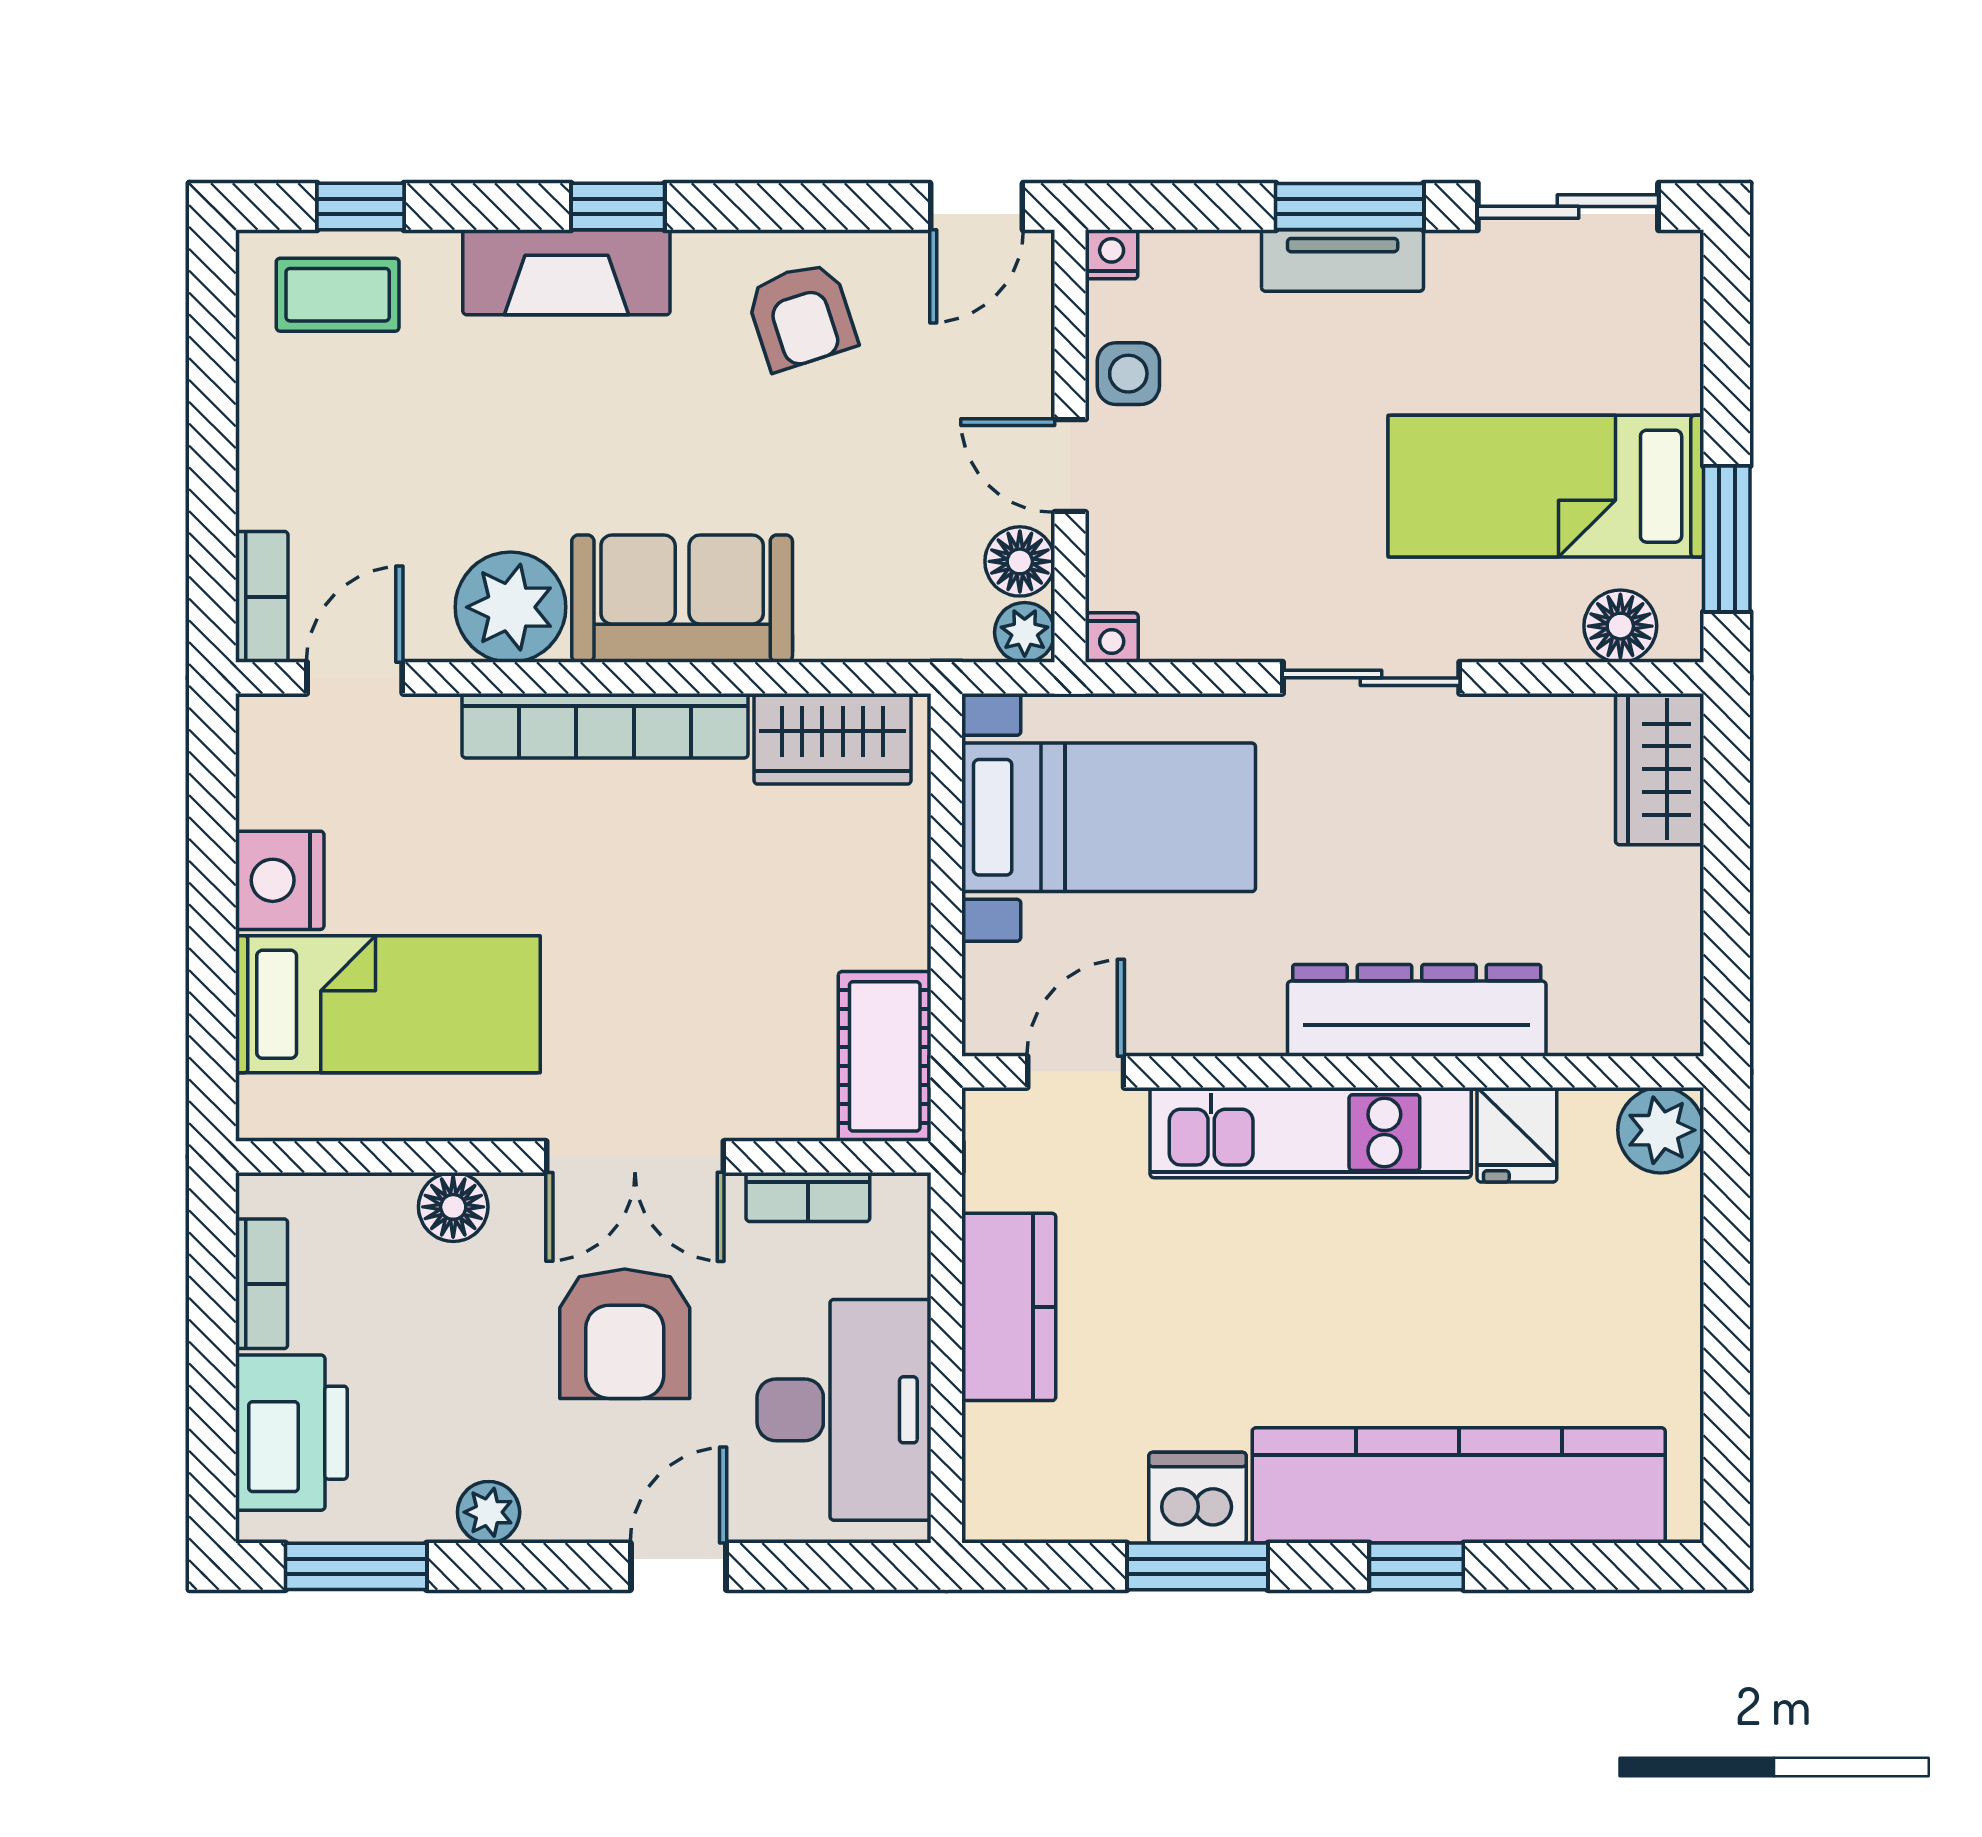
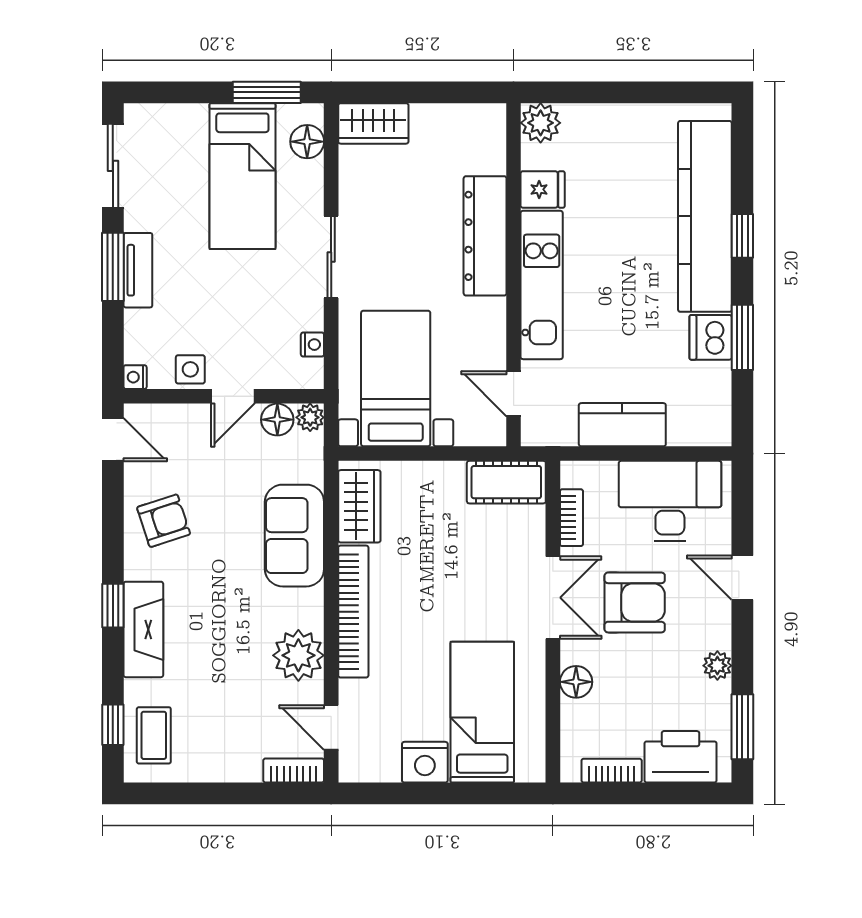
sofa: (682, 599) -> (294, 536), moved
nightstand: (1112, 638) -> (312, 345), moved

